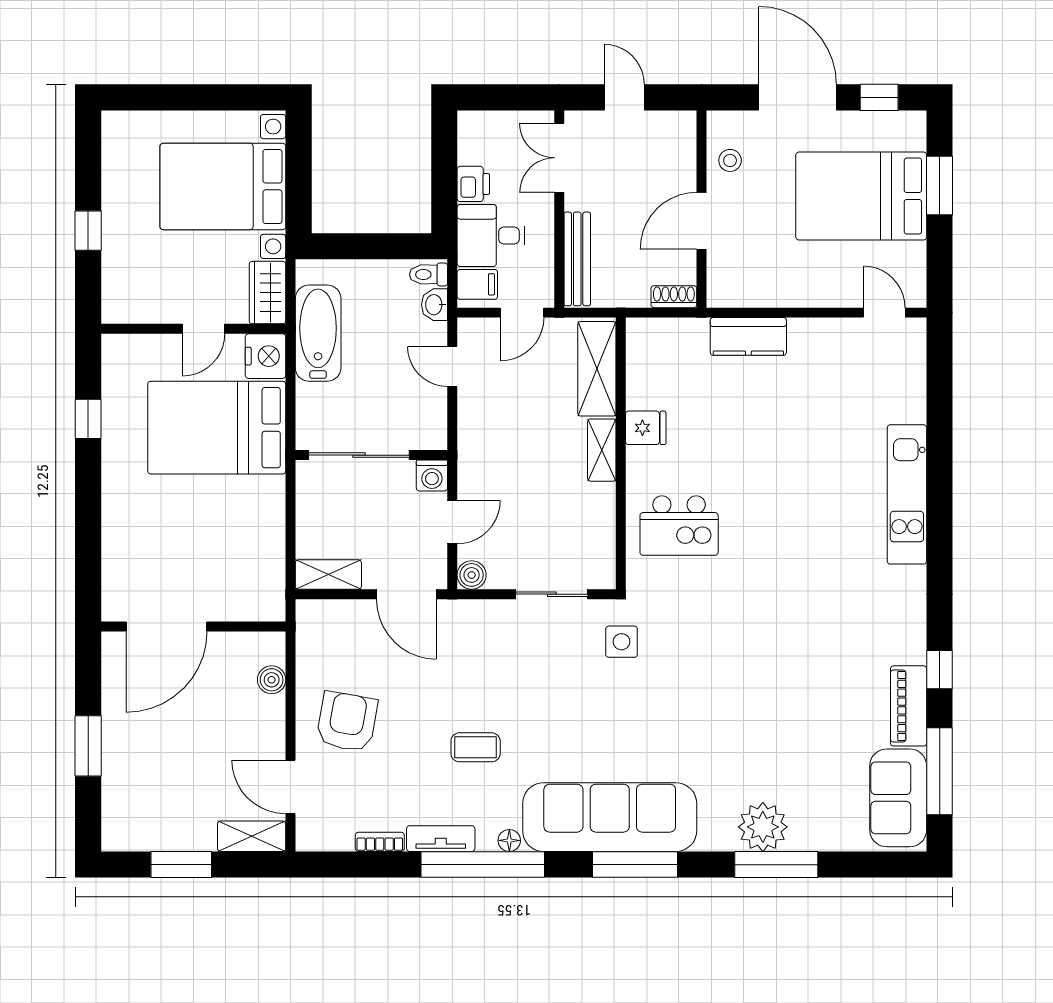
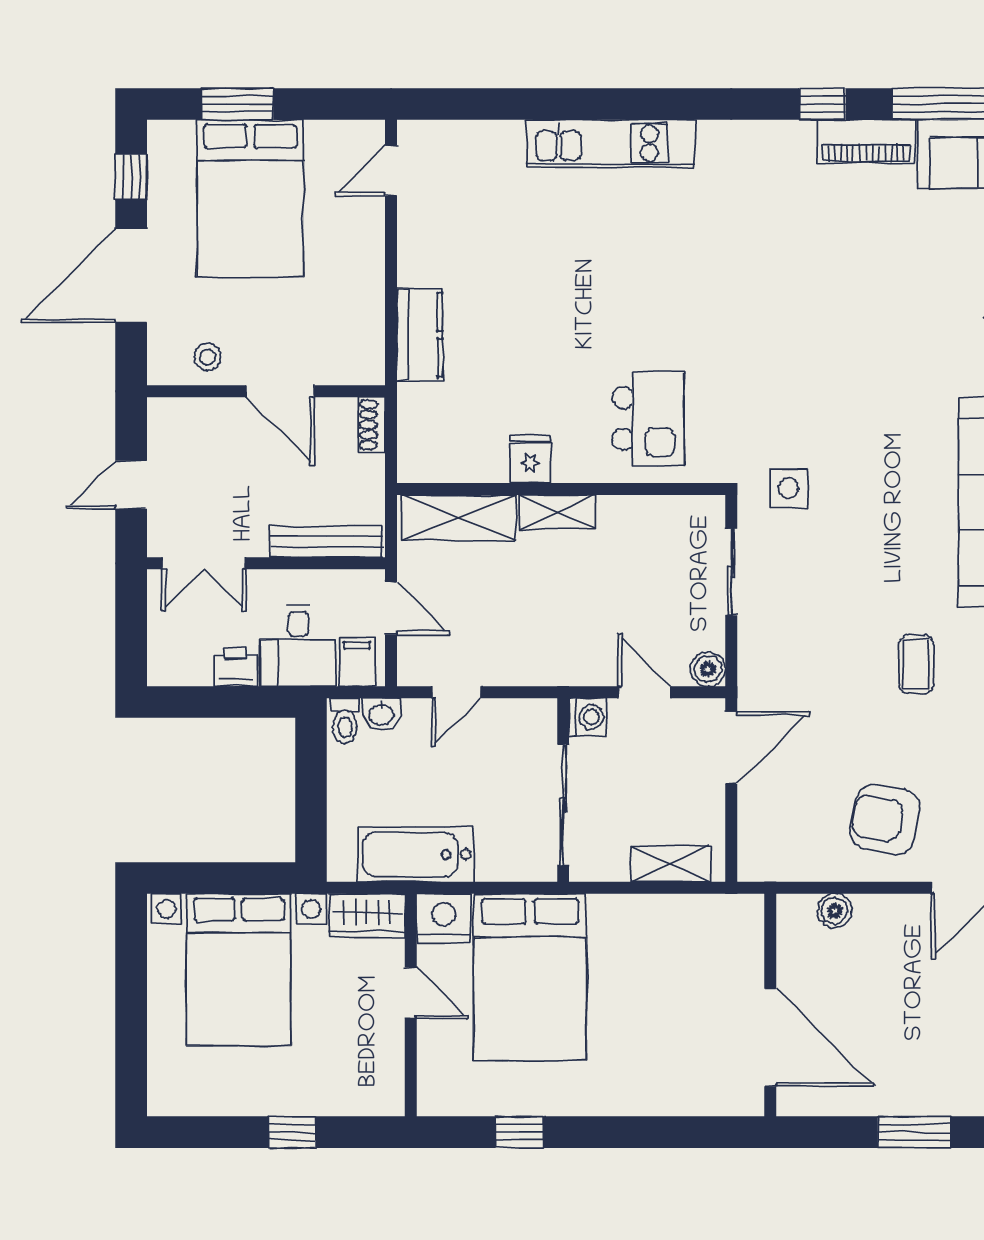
shelving: (328, 575) -> (670, 864), moved, turned 90

